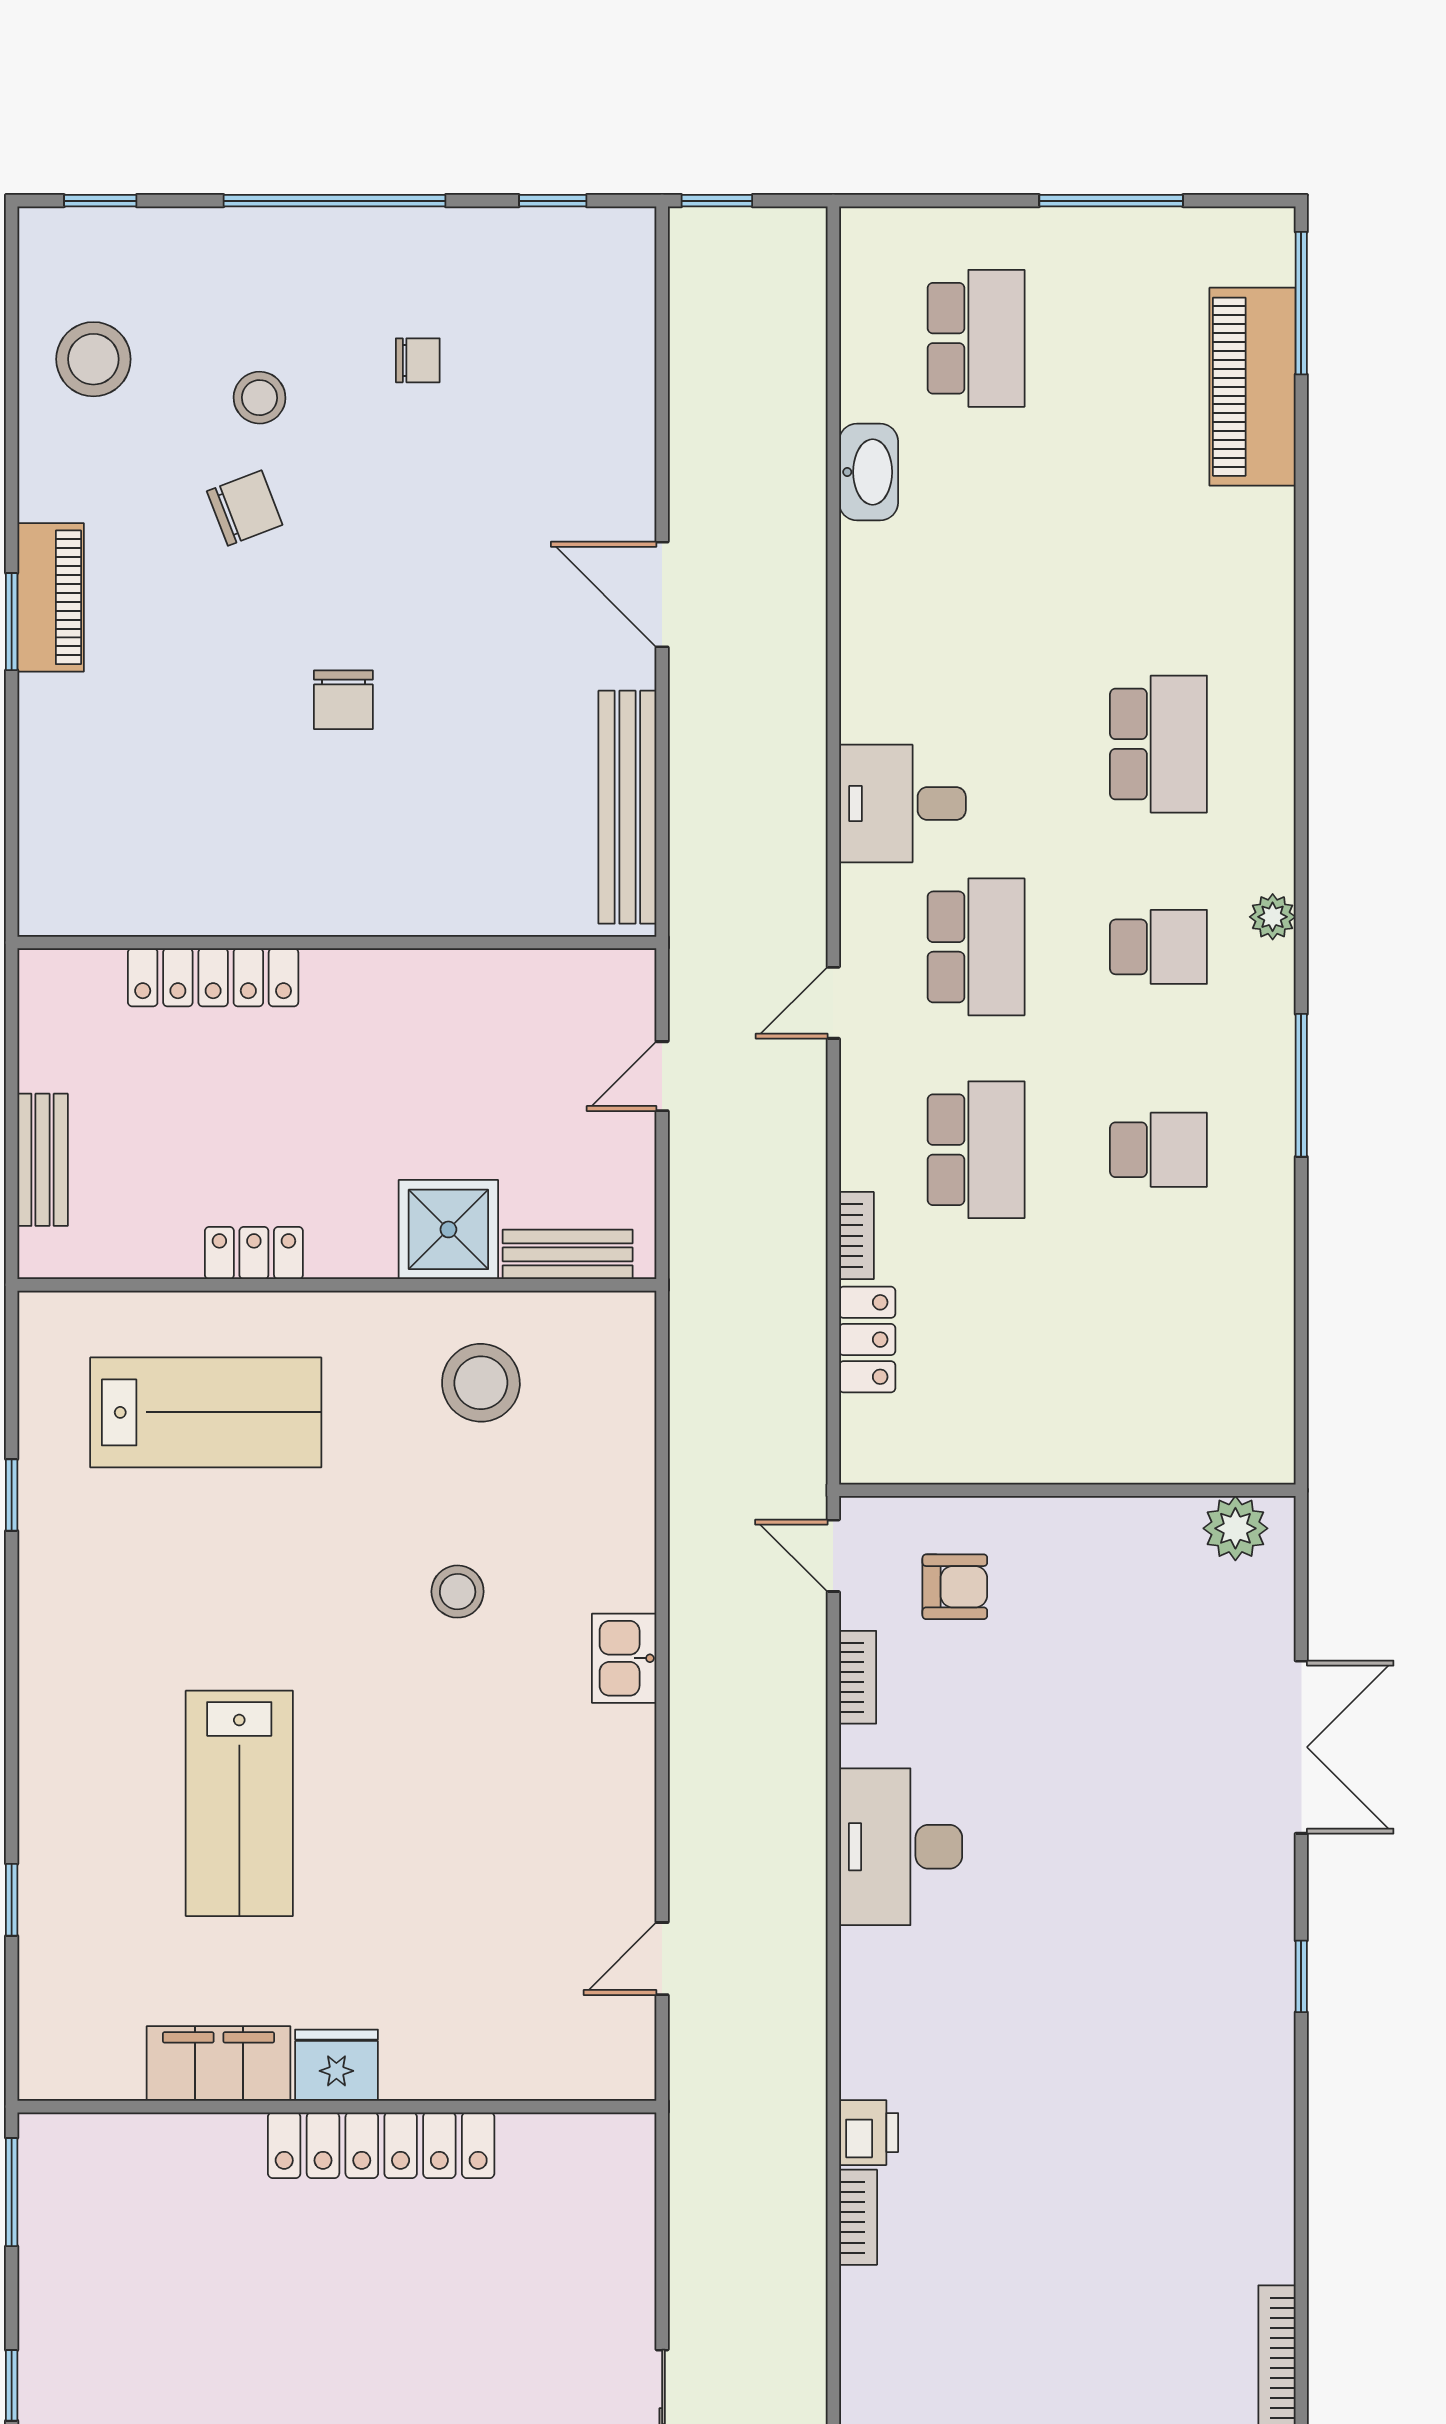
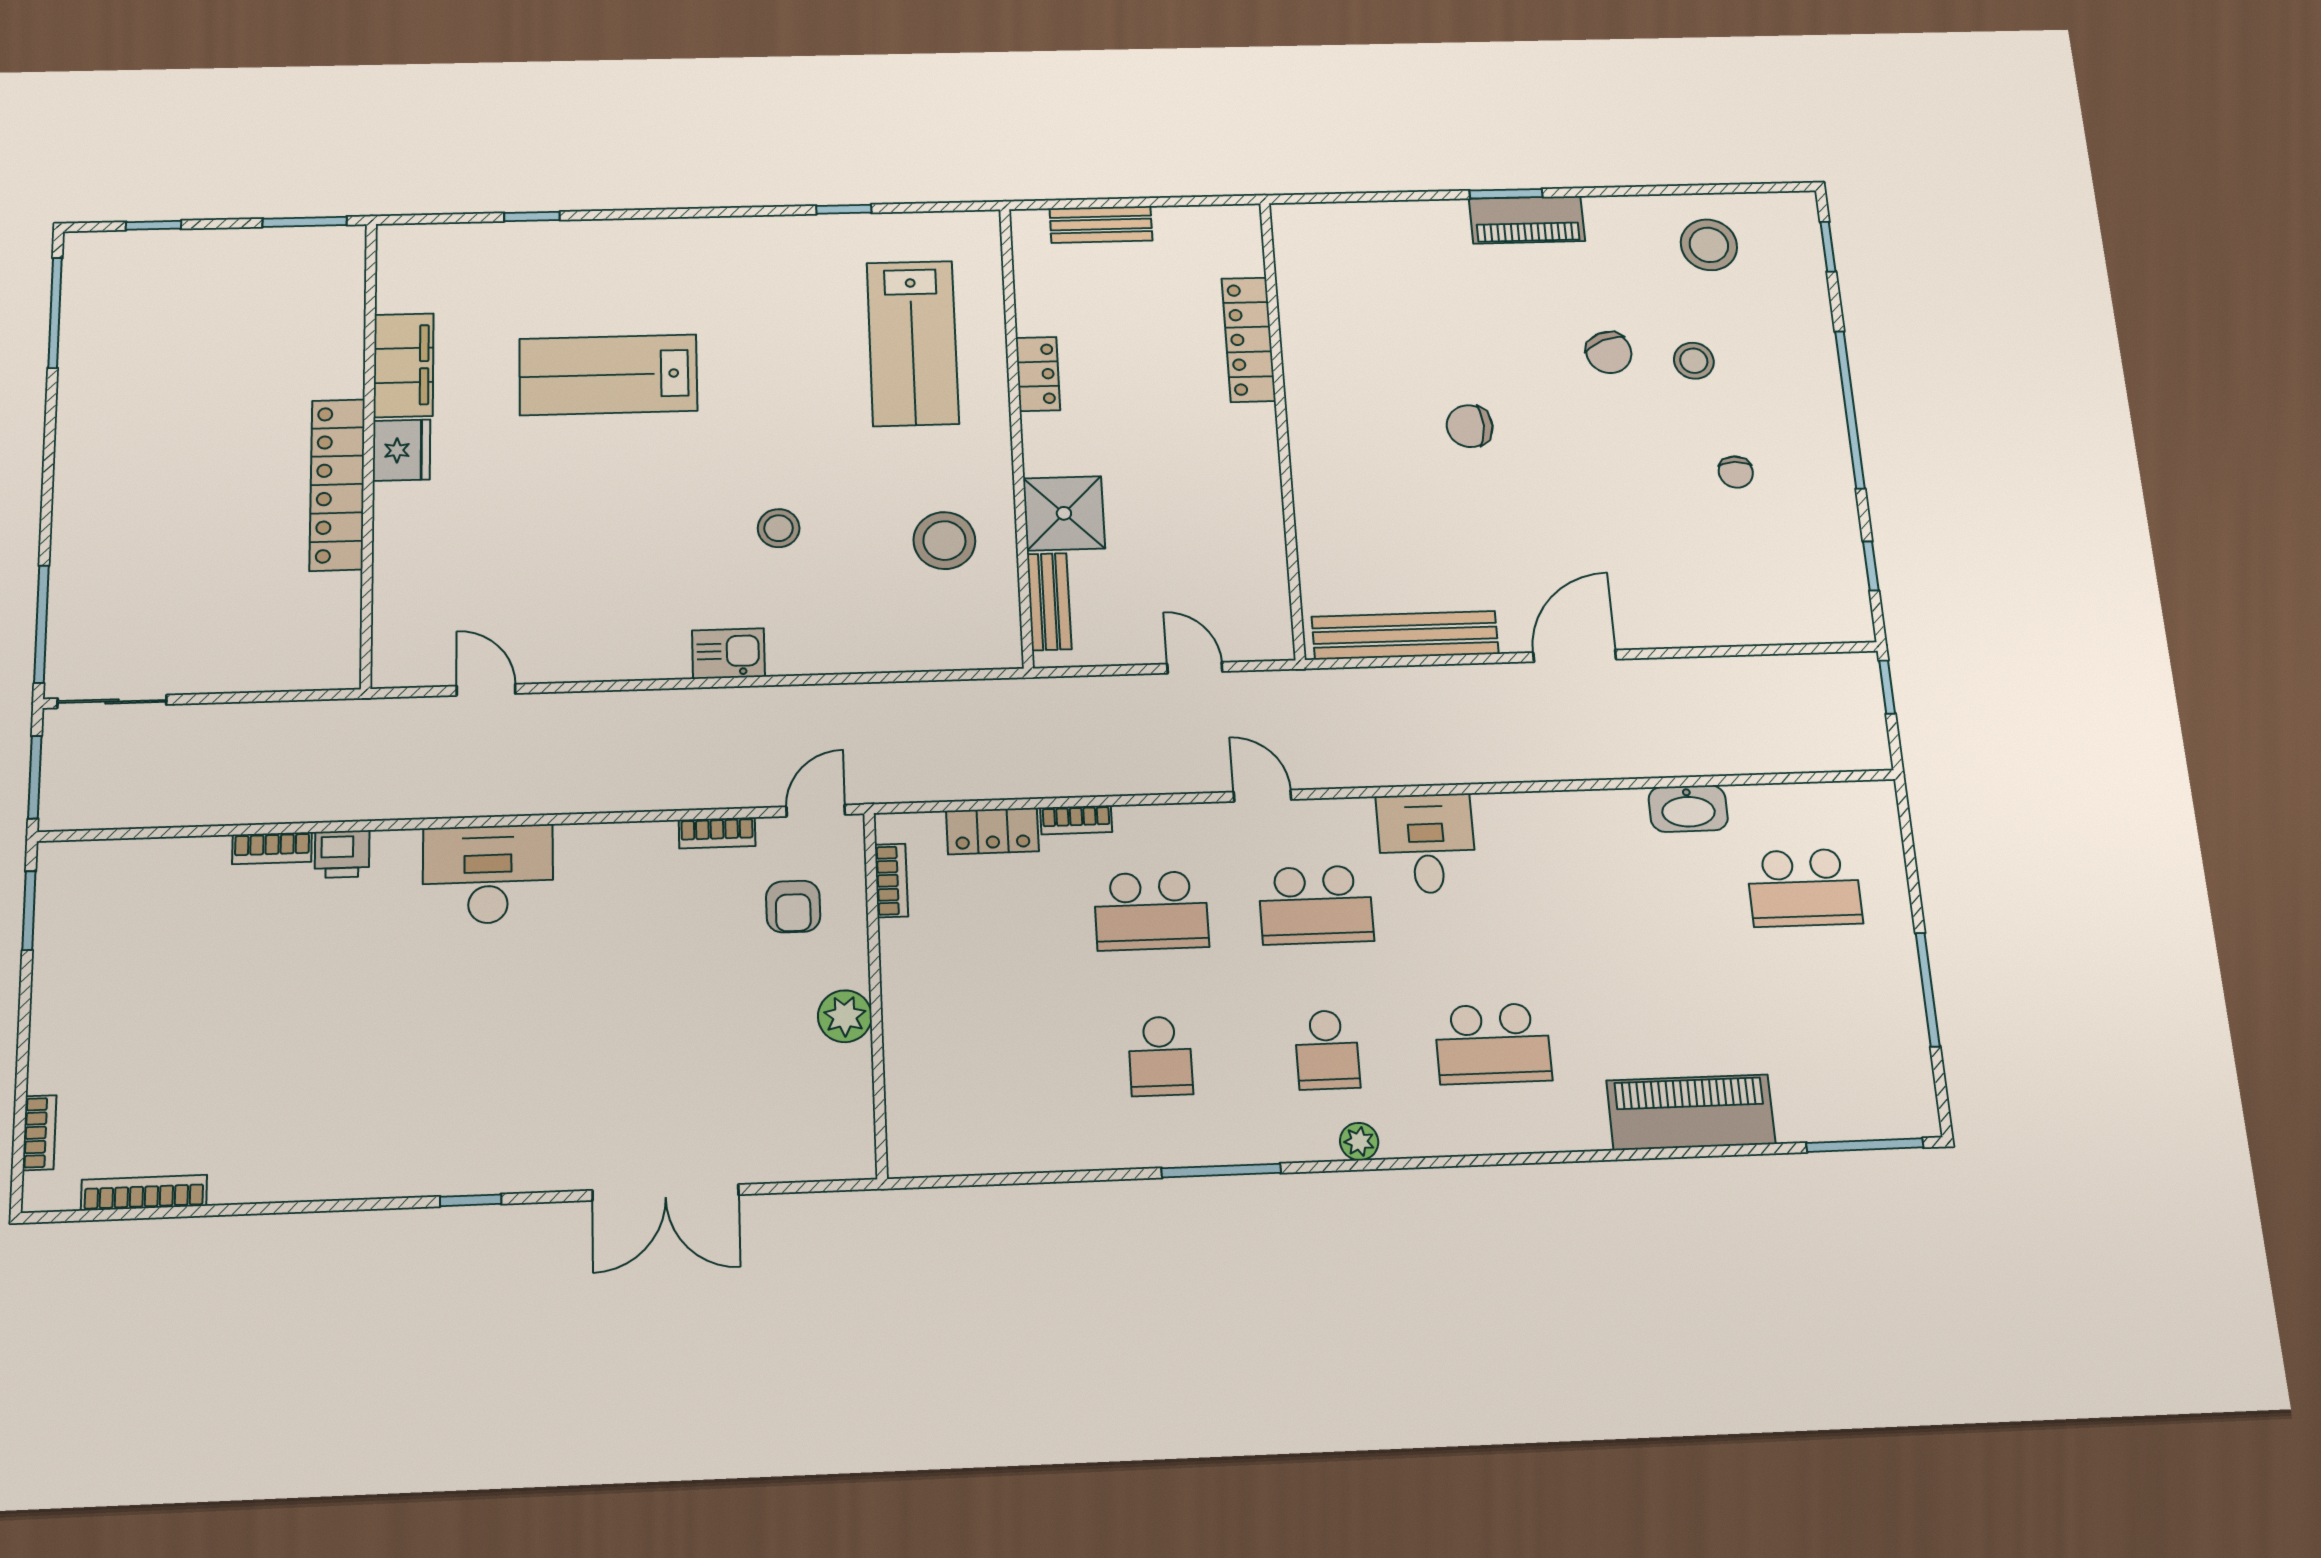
piano: (1252, 387) -> (1691, 1112), moved
bookcase: (926, 1466) -> (891, 881), added
plant: (1235, 1528) -> (845, 1016), moved
desk: (901, 1847) -> (488, 874), moved

